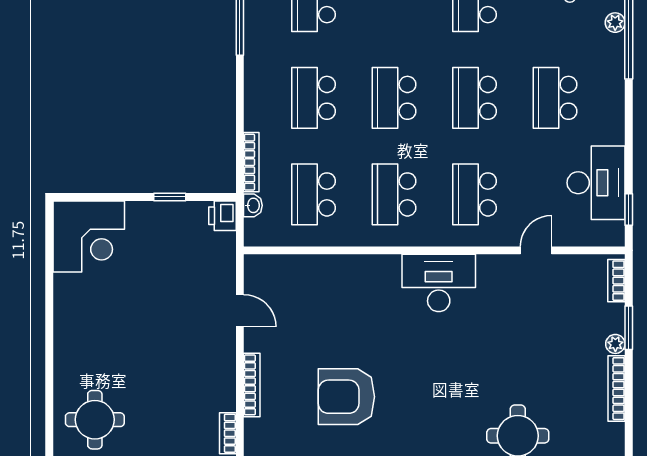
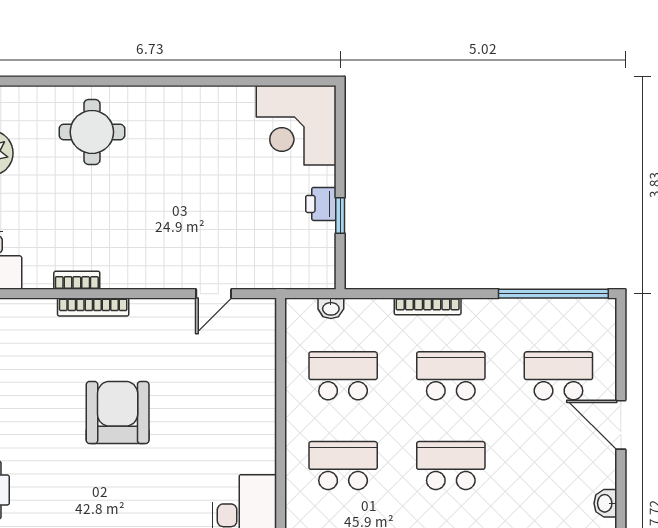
bookcase: (251, 162) -> (428, 306), moved
printer: (222, 216) -> (321, 204), moved, turned -90
bookcase: (252, 385) -> (93, 307), moved

